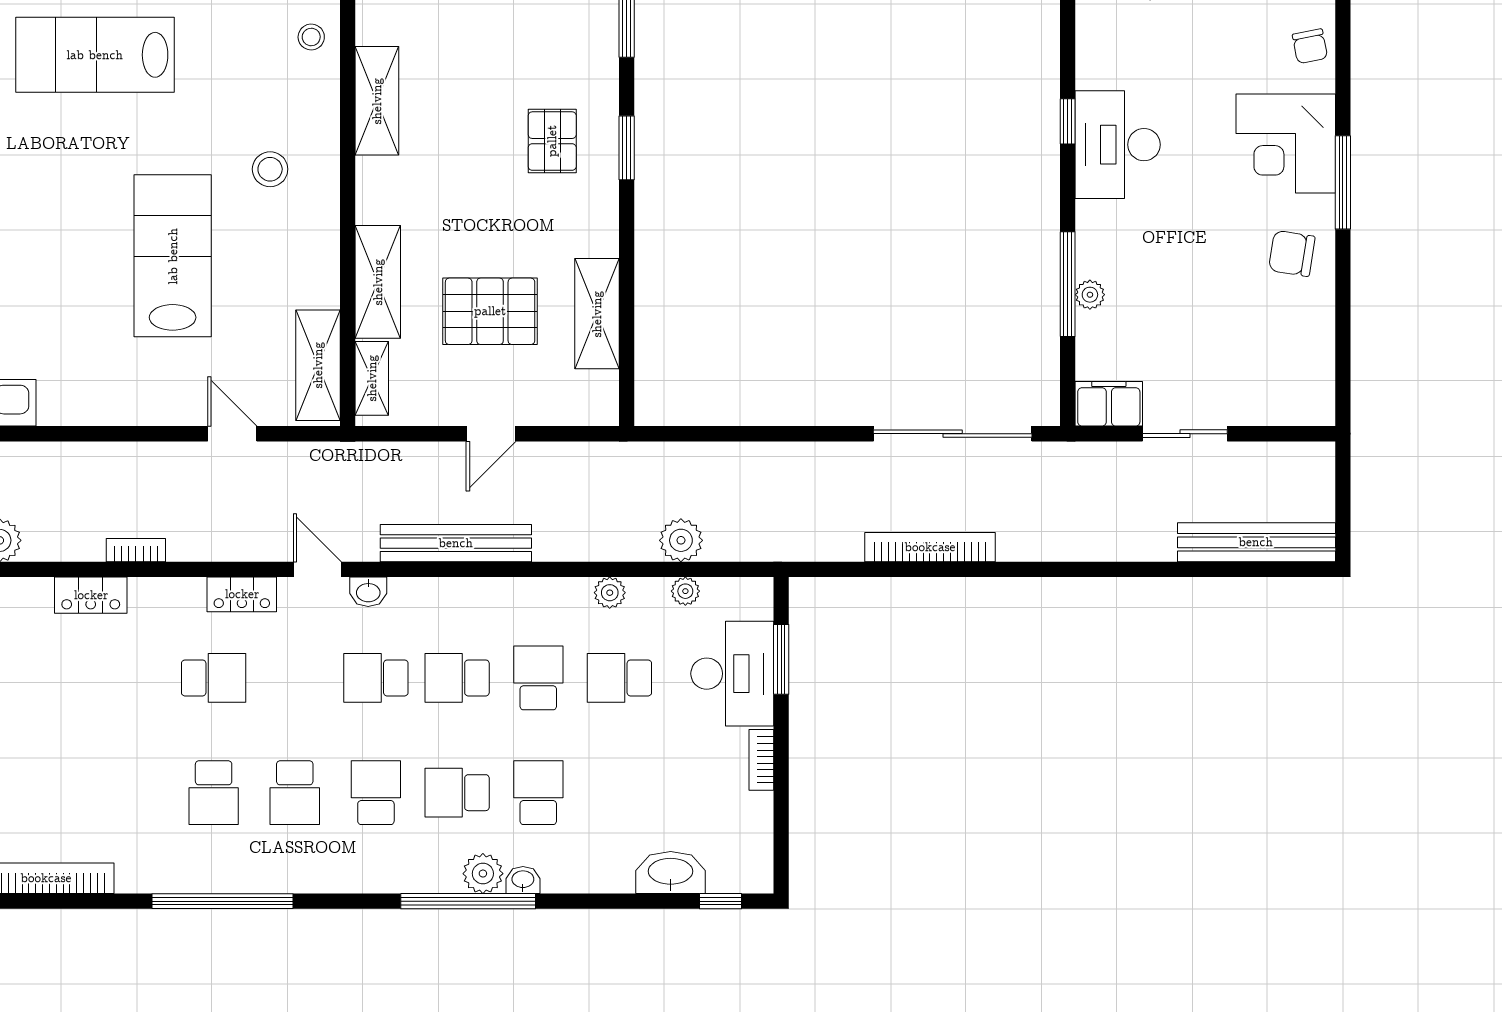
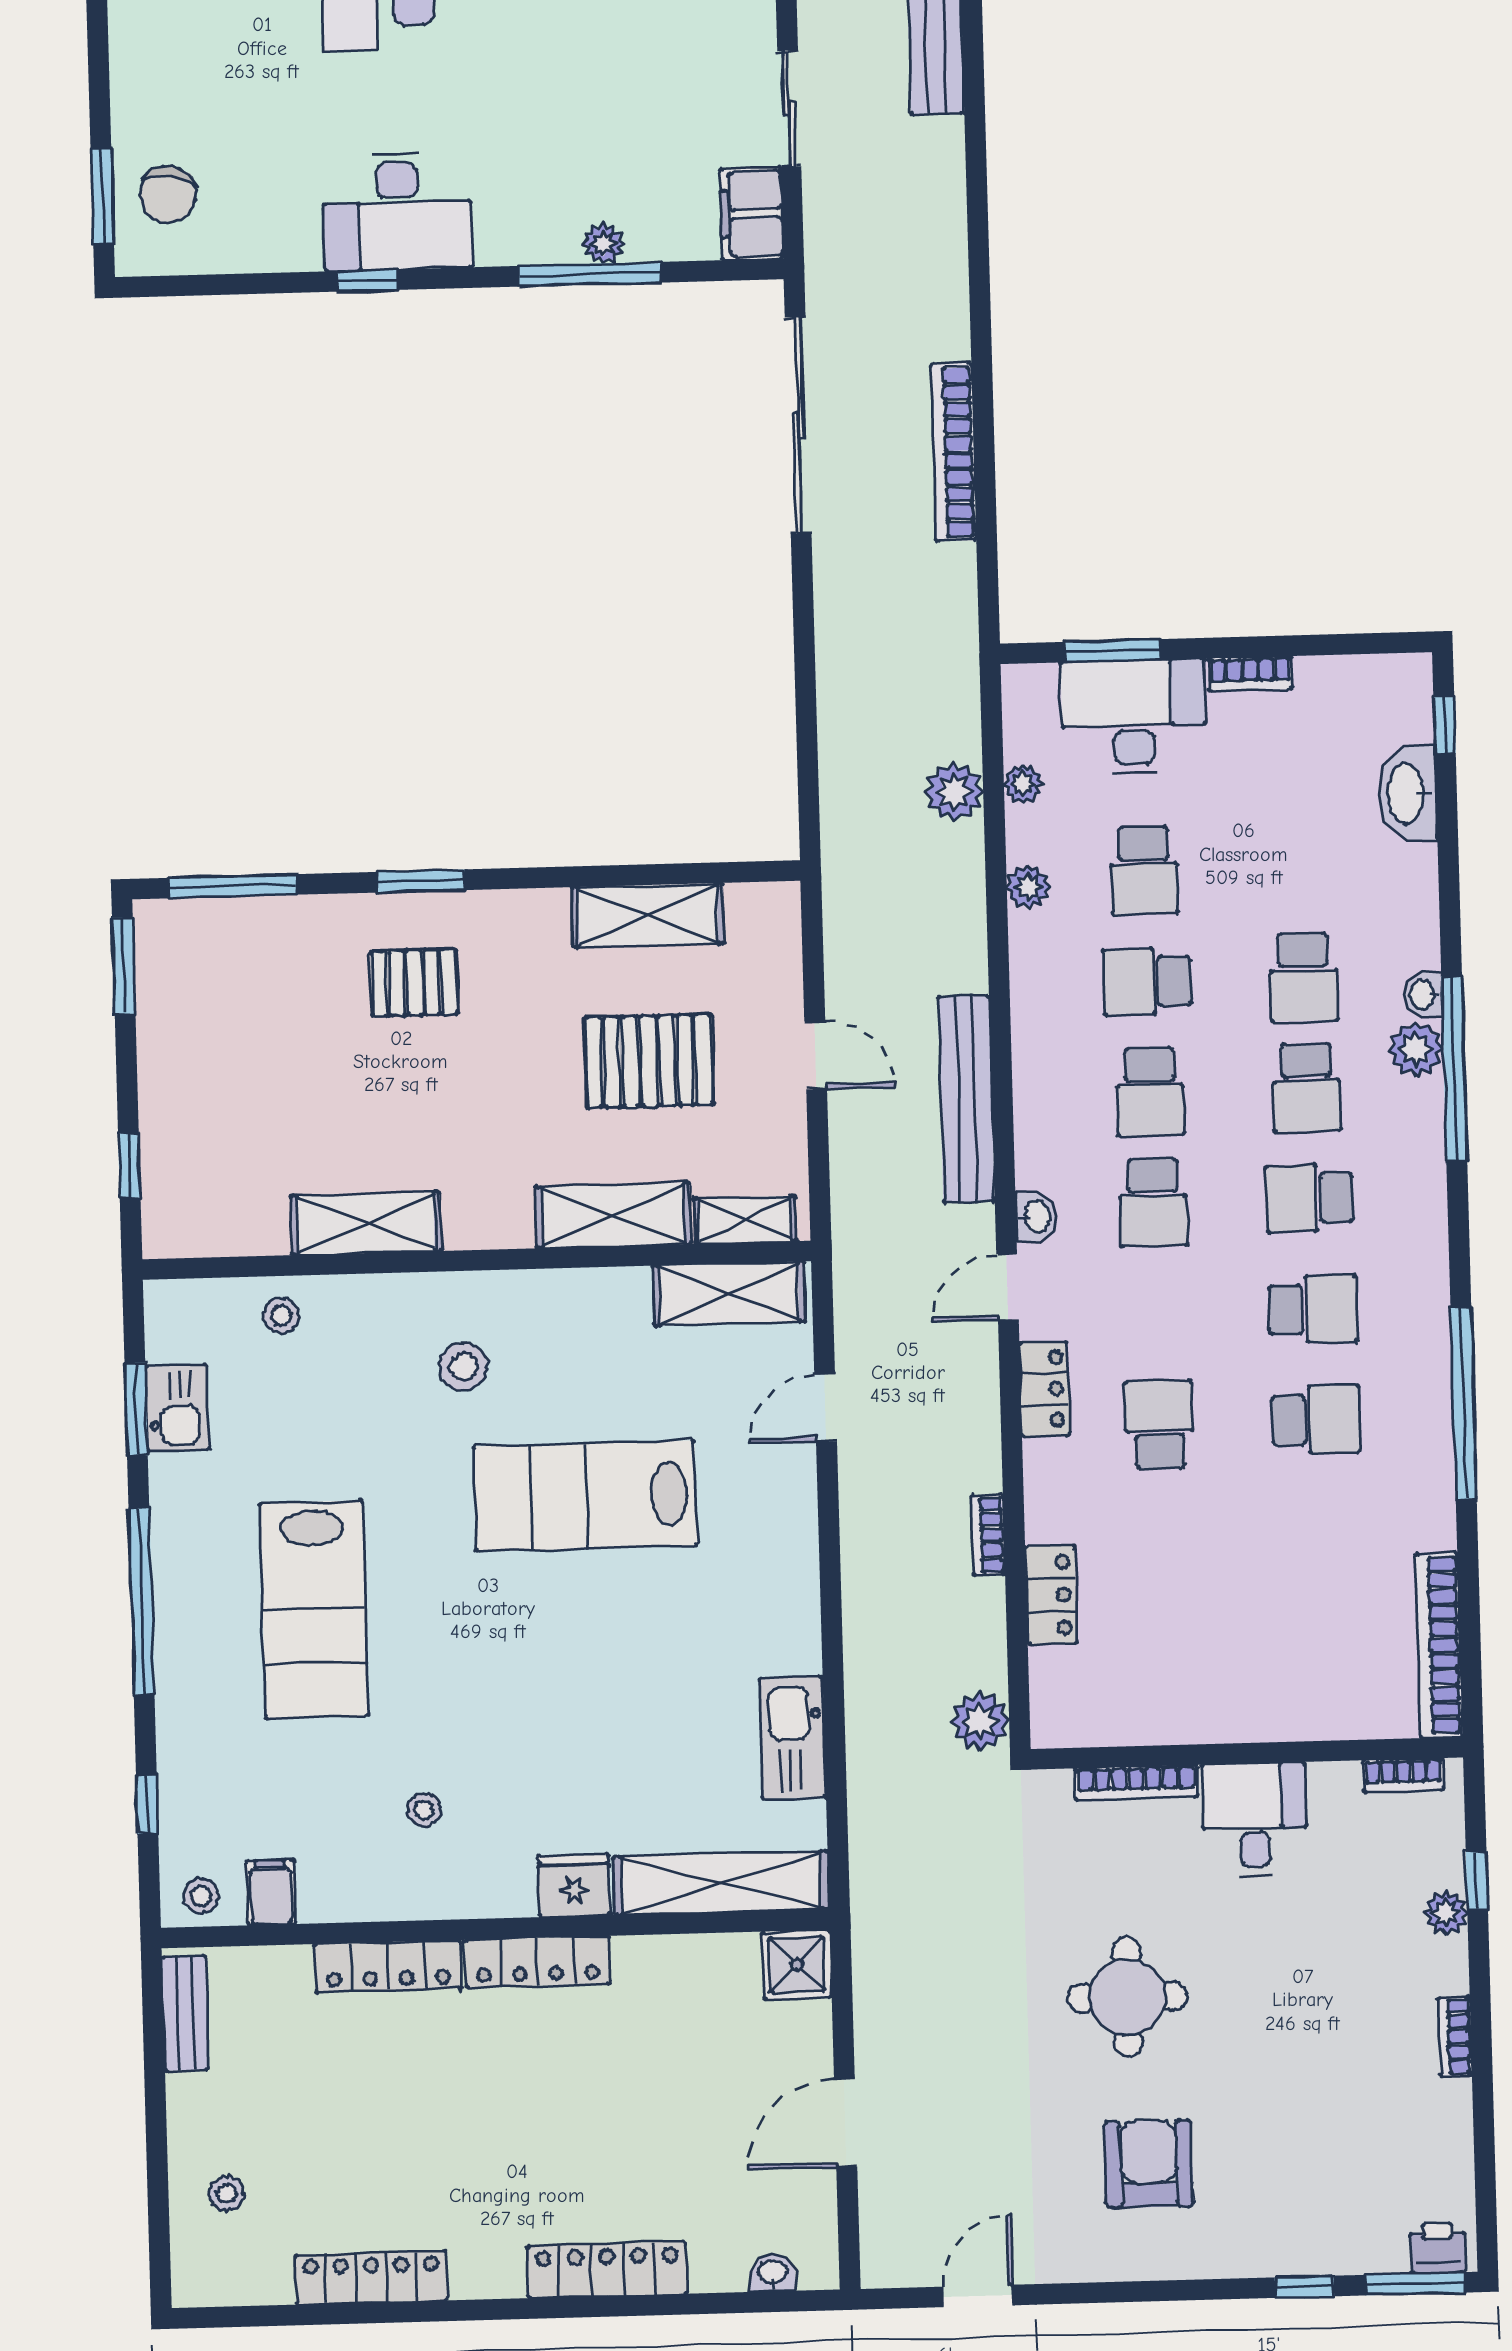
pallet: (490, 311) -> (649, 1061), turned 90
school desk: (538, 793) -> (1304, 977), turned -90

